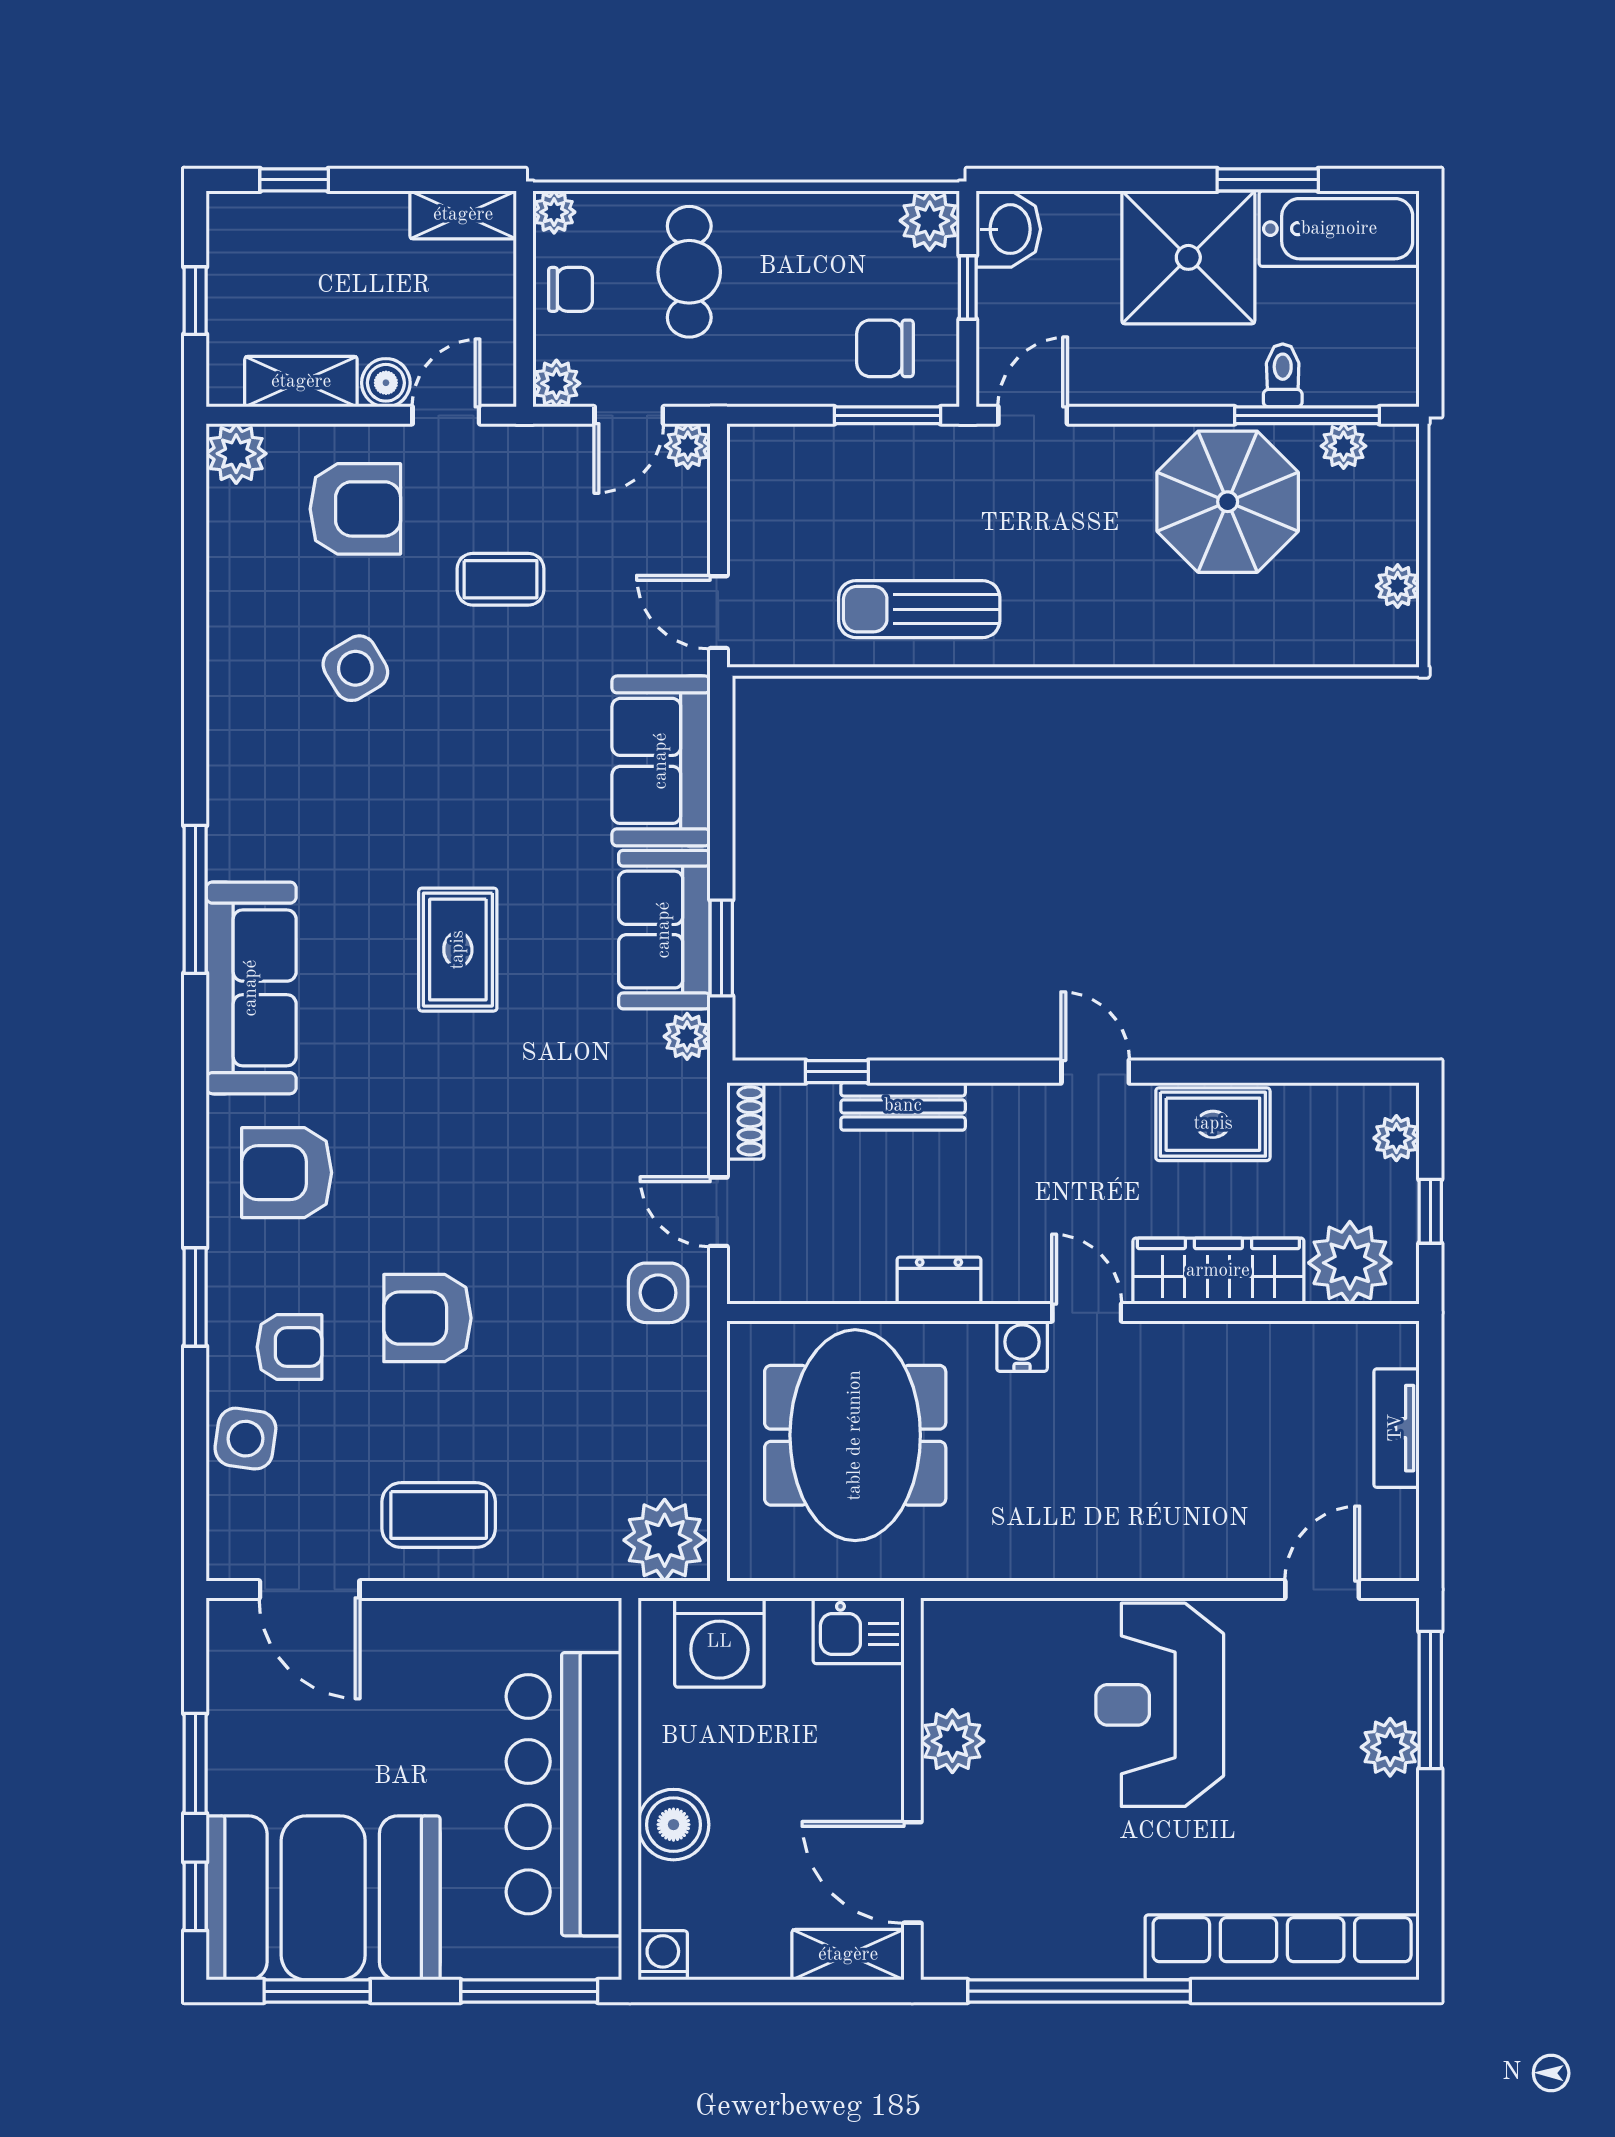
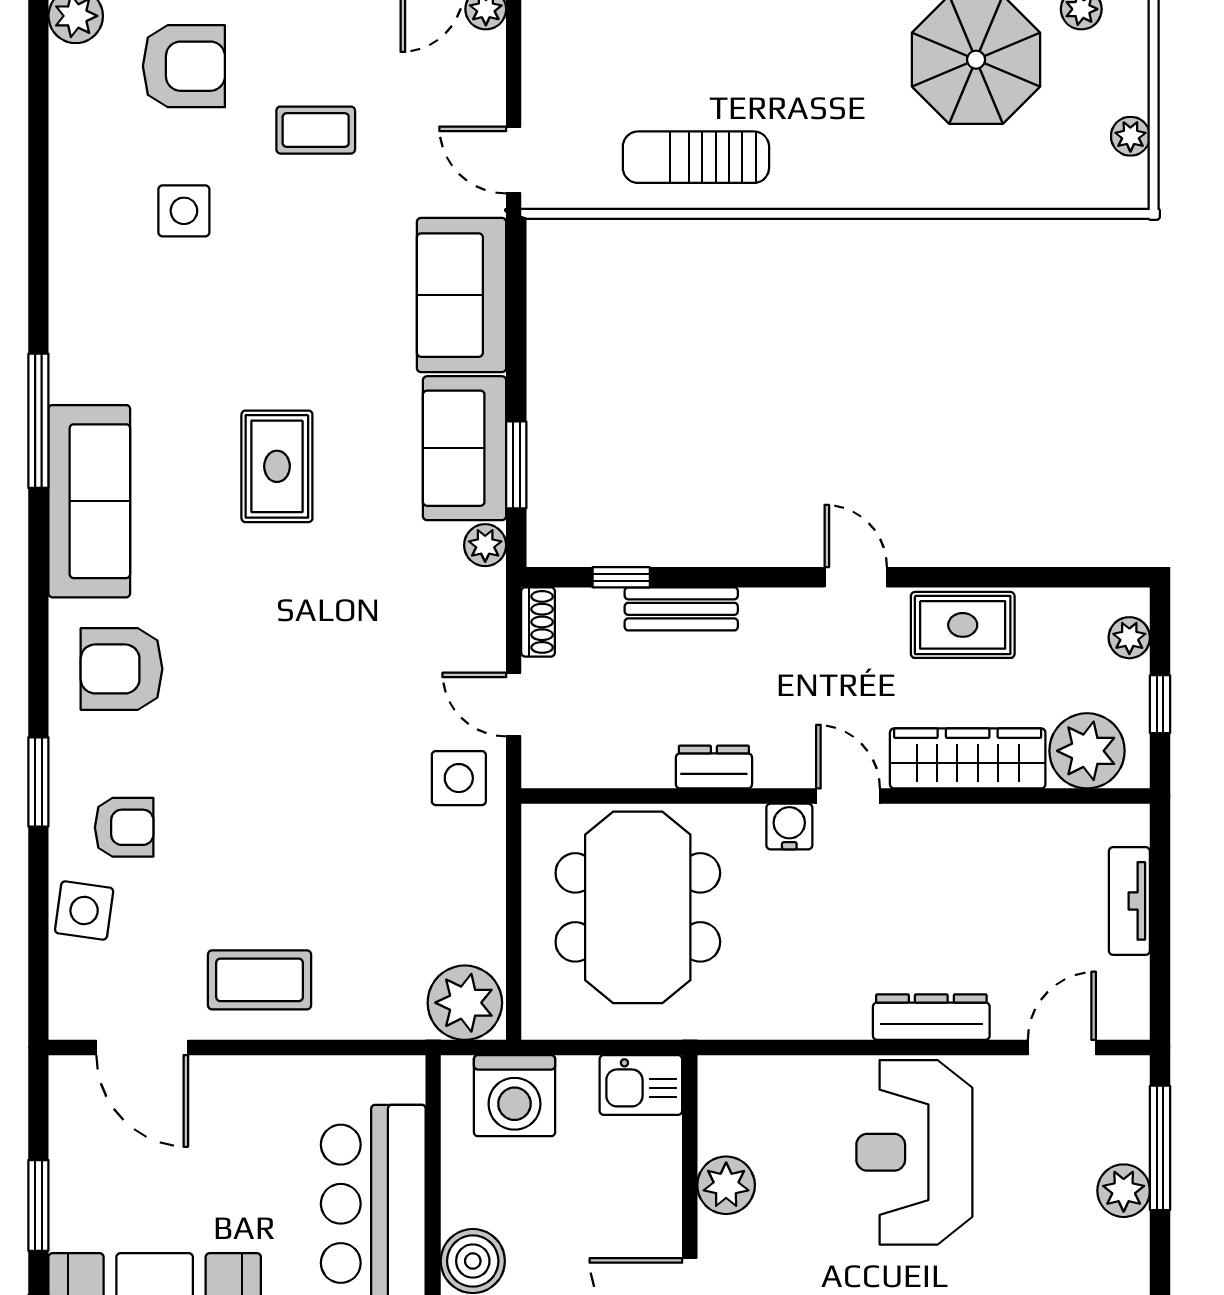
side table: (355, 668) -> (184, 211), turned 31
armchair: (427, 1318) -> (249, 801), removed
dresser: (1178, 1556) -> (931, 1017), added

